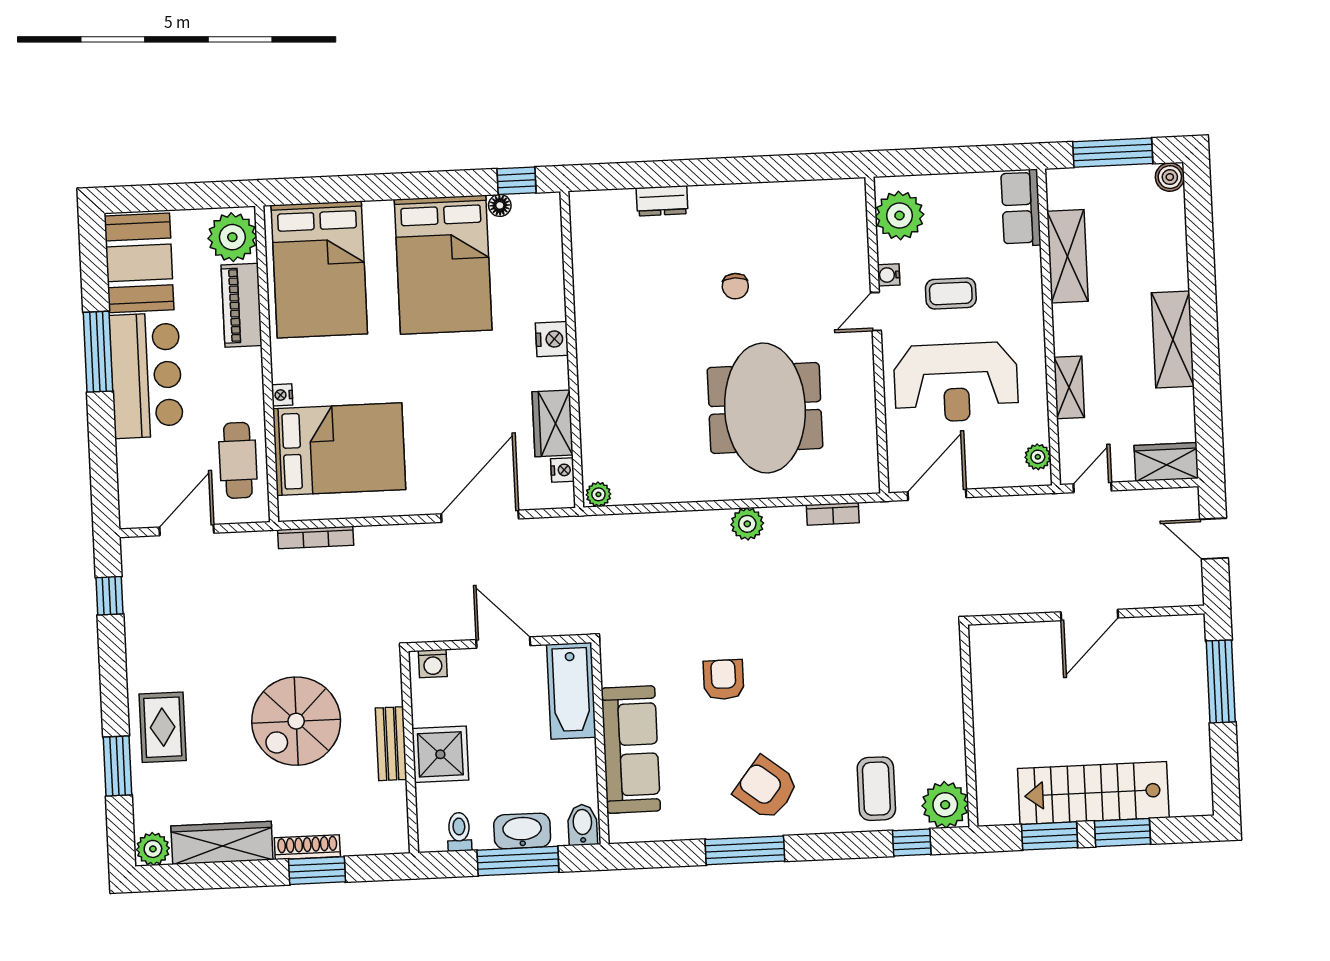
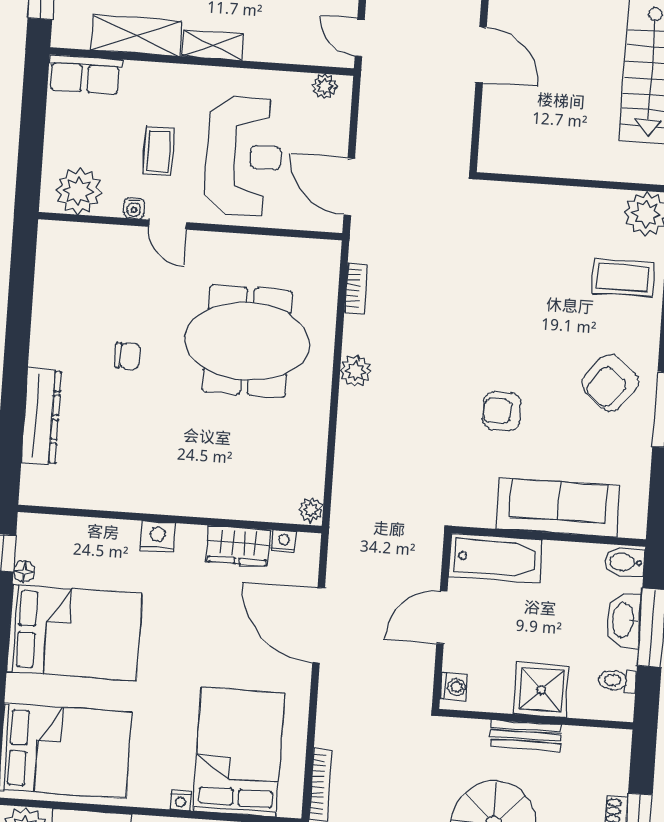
dresser: (662, 201) -> (41, 416), width x1.96, depth x1.24
shelving: (1069, 387) -> (212, 45), moved

